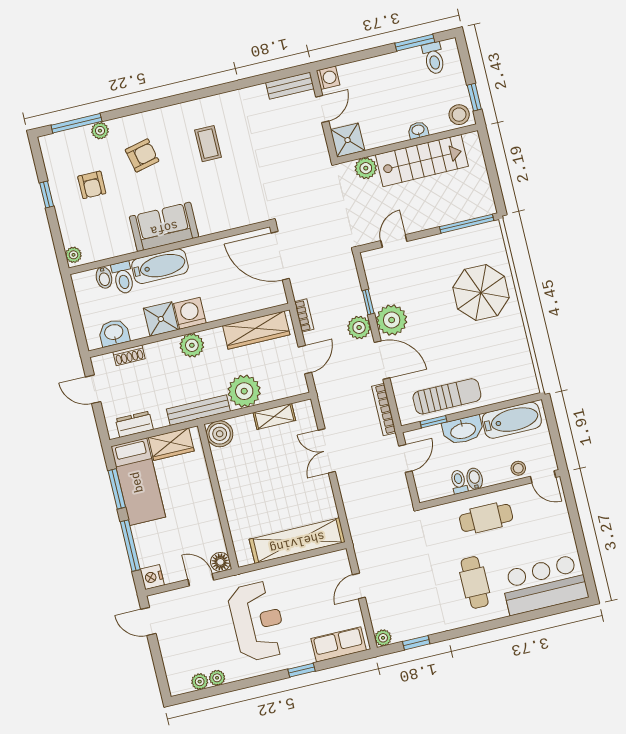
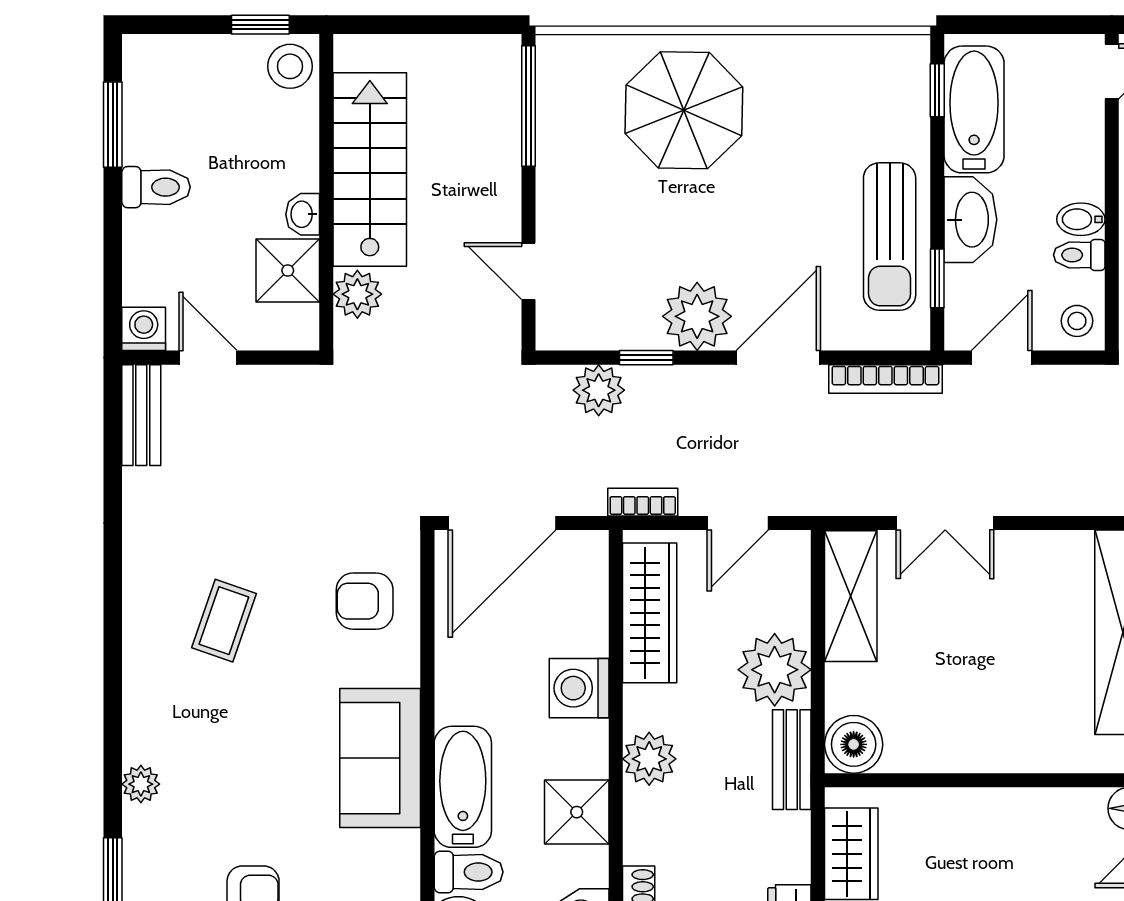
toilet: (434, 58) -> (156, 187), moved
washbasin: (418, 130) -> (303, 214), moved
plant: (100, 131) -> (141, 784), moved
shower: (348, 140) -> (288, 270), moved
coffee table: (208, 144) -> (224, 621), turned -71
armchair: (142, 155) -> (365, 601), moved, turned -77
washing machine: (190, 313) -> (579, 688), moved
plant: (359, 328) -> (599, 390), moved
door: (305, 360) -> (738, 523), swing flipped
sun lounger: (447, 396) -> (890, 237), turned 180
window: (516, 402) -> (937, 90), added
bench: (198, 410) -> (792, 760), width x0.73
shelving: (274, 416) -> (851, 596), width x1.50, depth x1.33
door: (405, 458) -> (1002, 358), hinge flipped
stool: (518, 468) -> (1077, 321), moved

